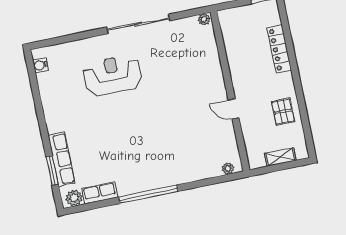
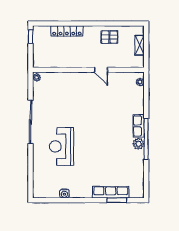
water cooler: (40, 65) -> (64, 193), moved
door: (234, 109) -> (101, 70), hinge flipped
row of seats: (100, 193) -> (139, 126), moved
plant: (74, 198) -> (138, 144), moved

